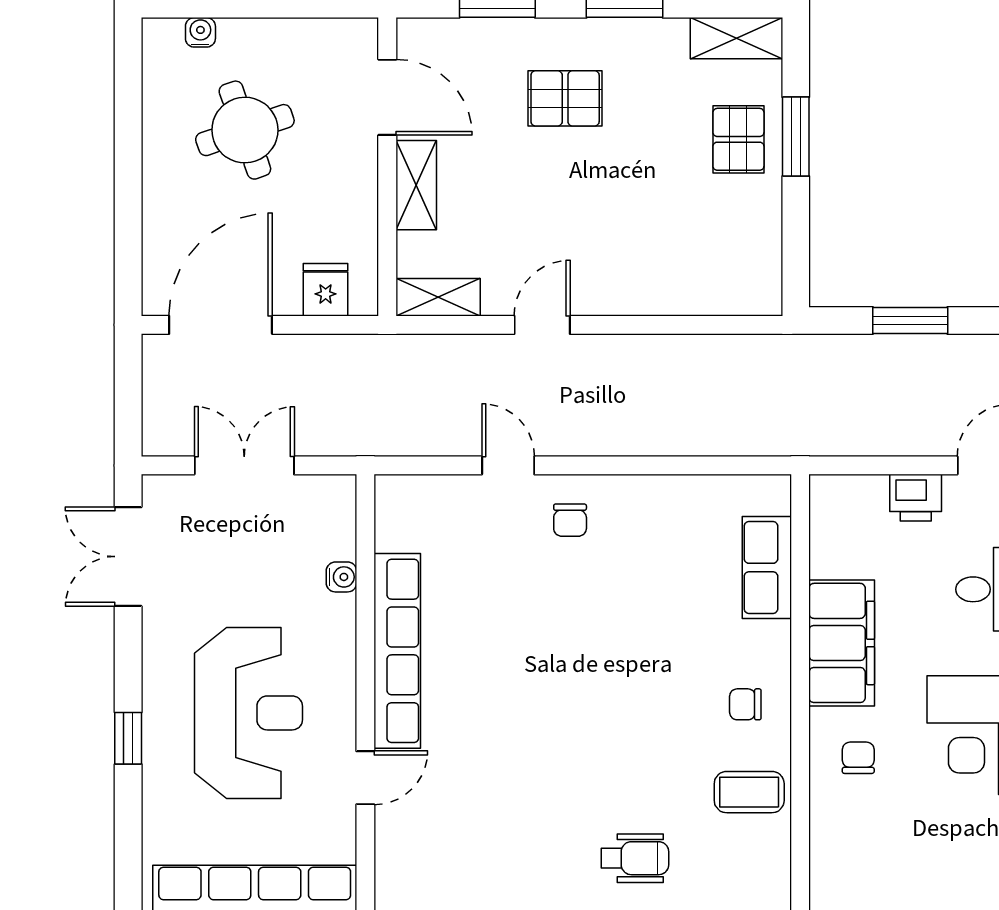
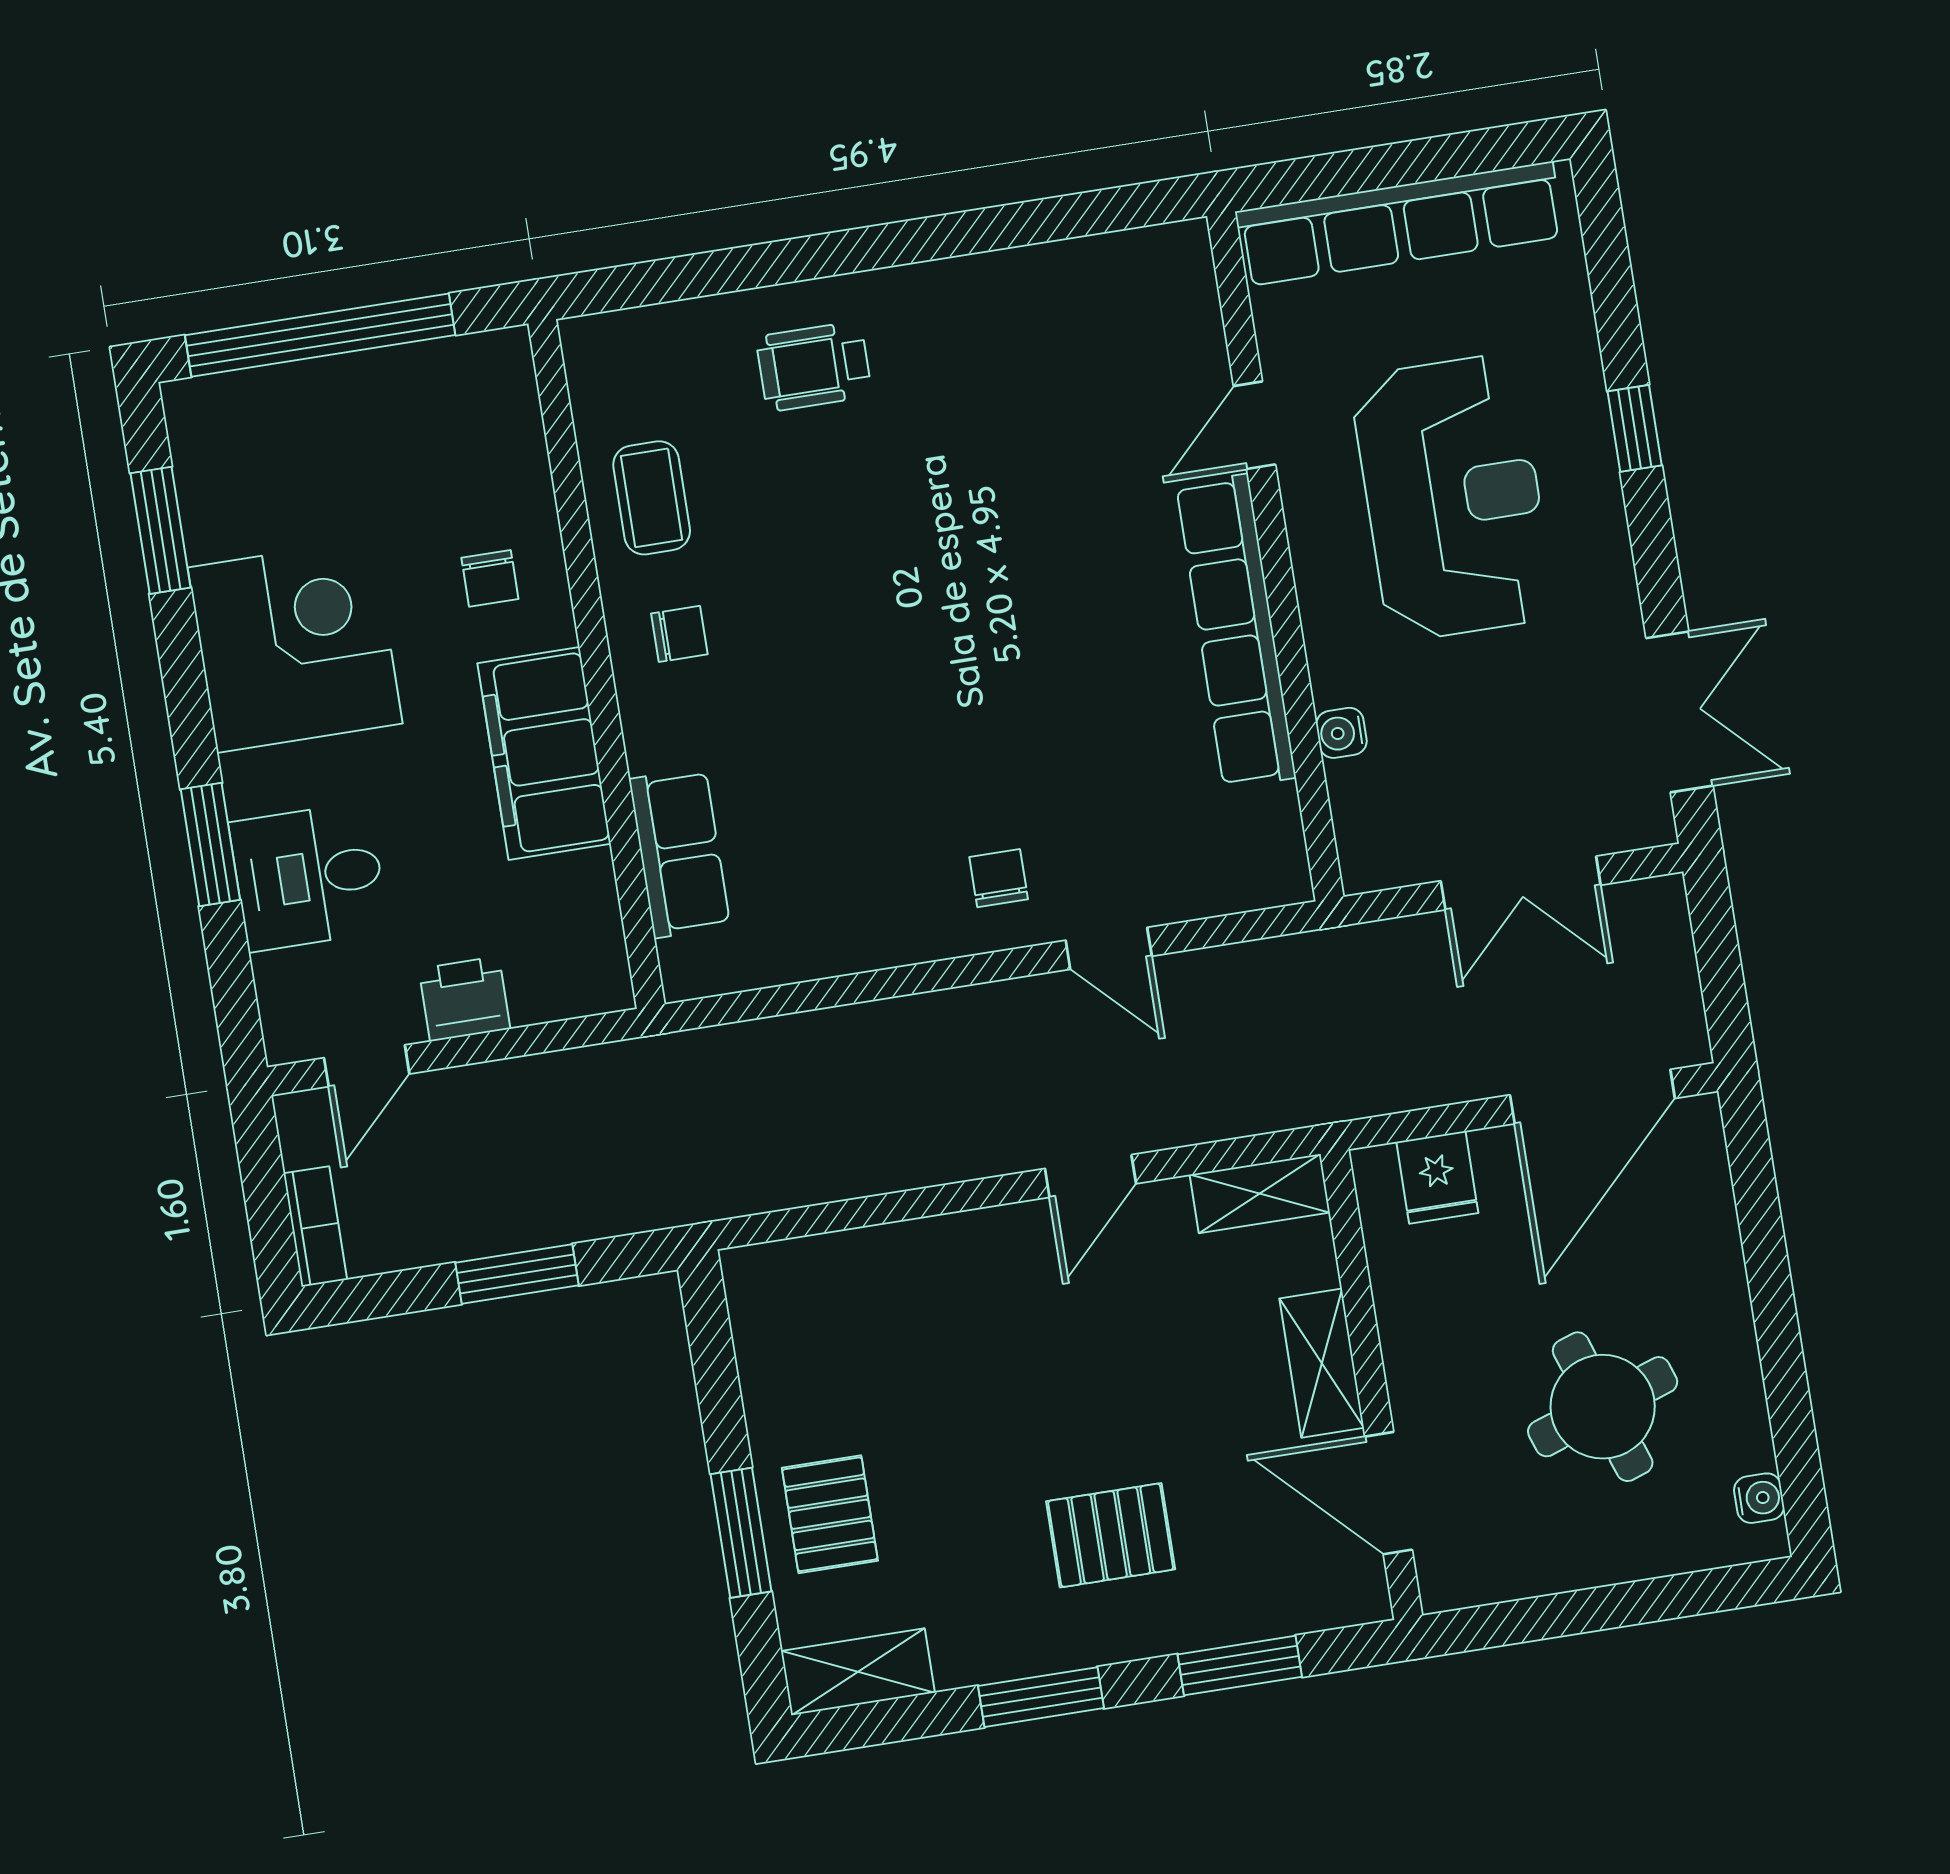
water cooler: (200, 32) -> (1759, 1498), moved, turned -90
reception desk: (248, 713) -> (1453, 498), turned 180
coffee table: (749, 792) -> (652, 498), turned 90

